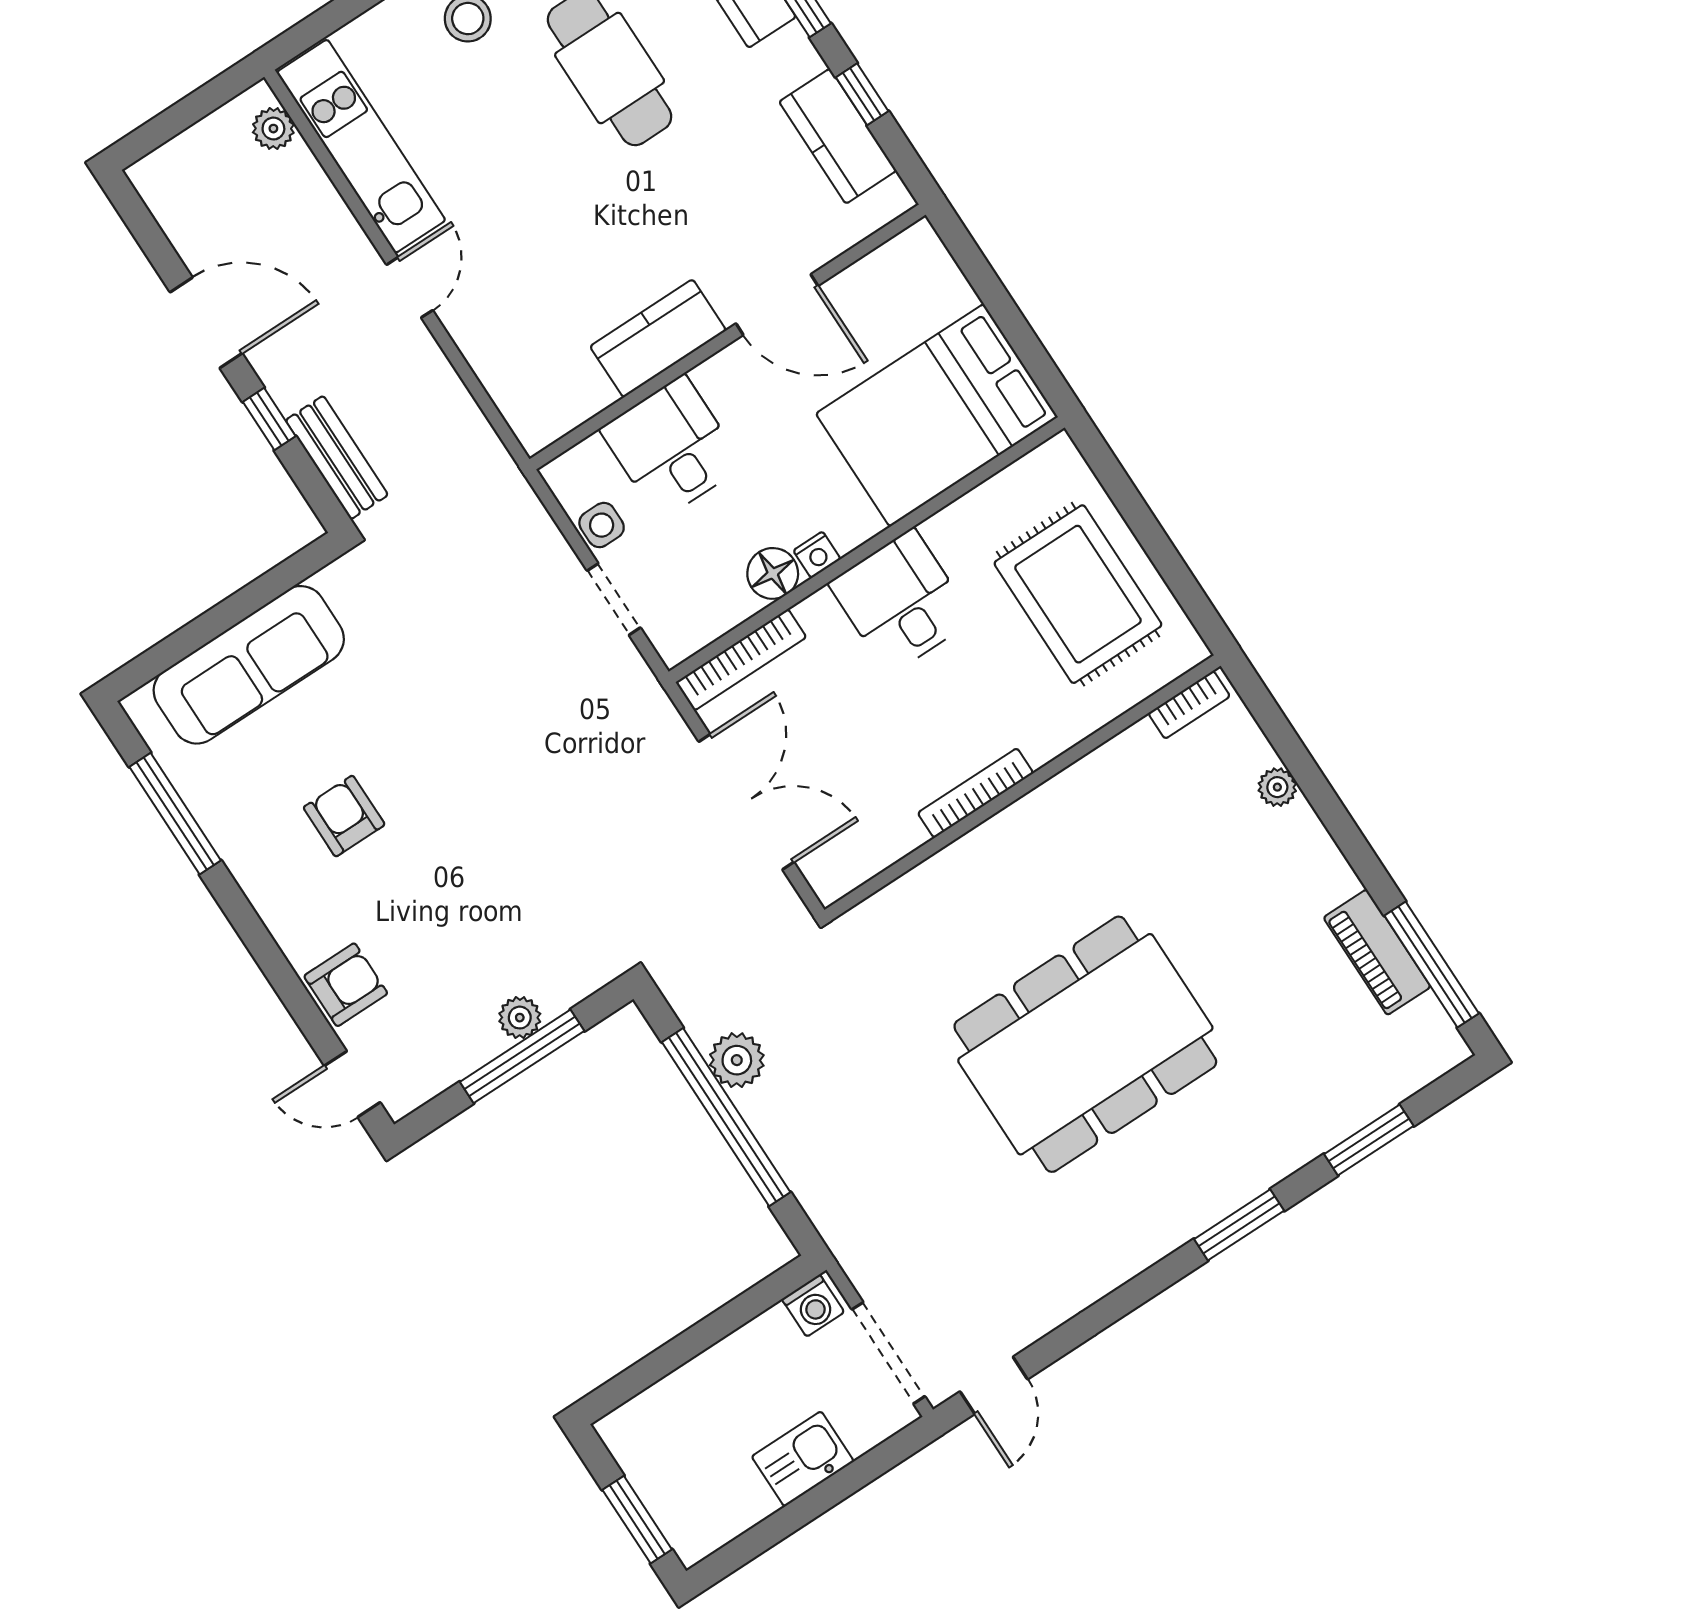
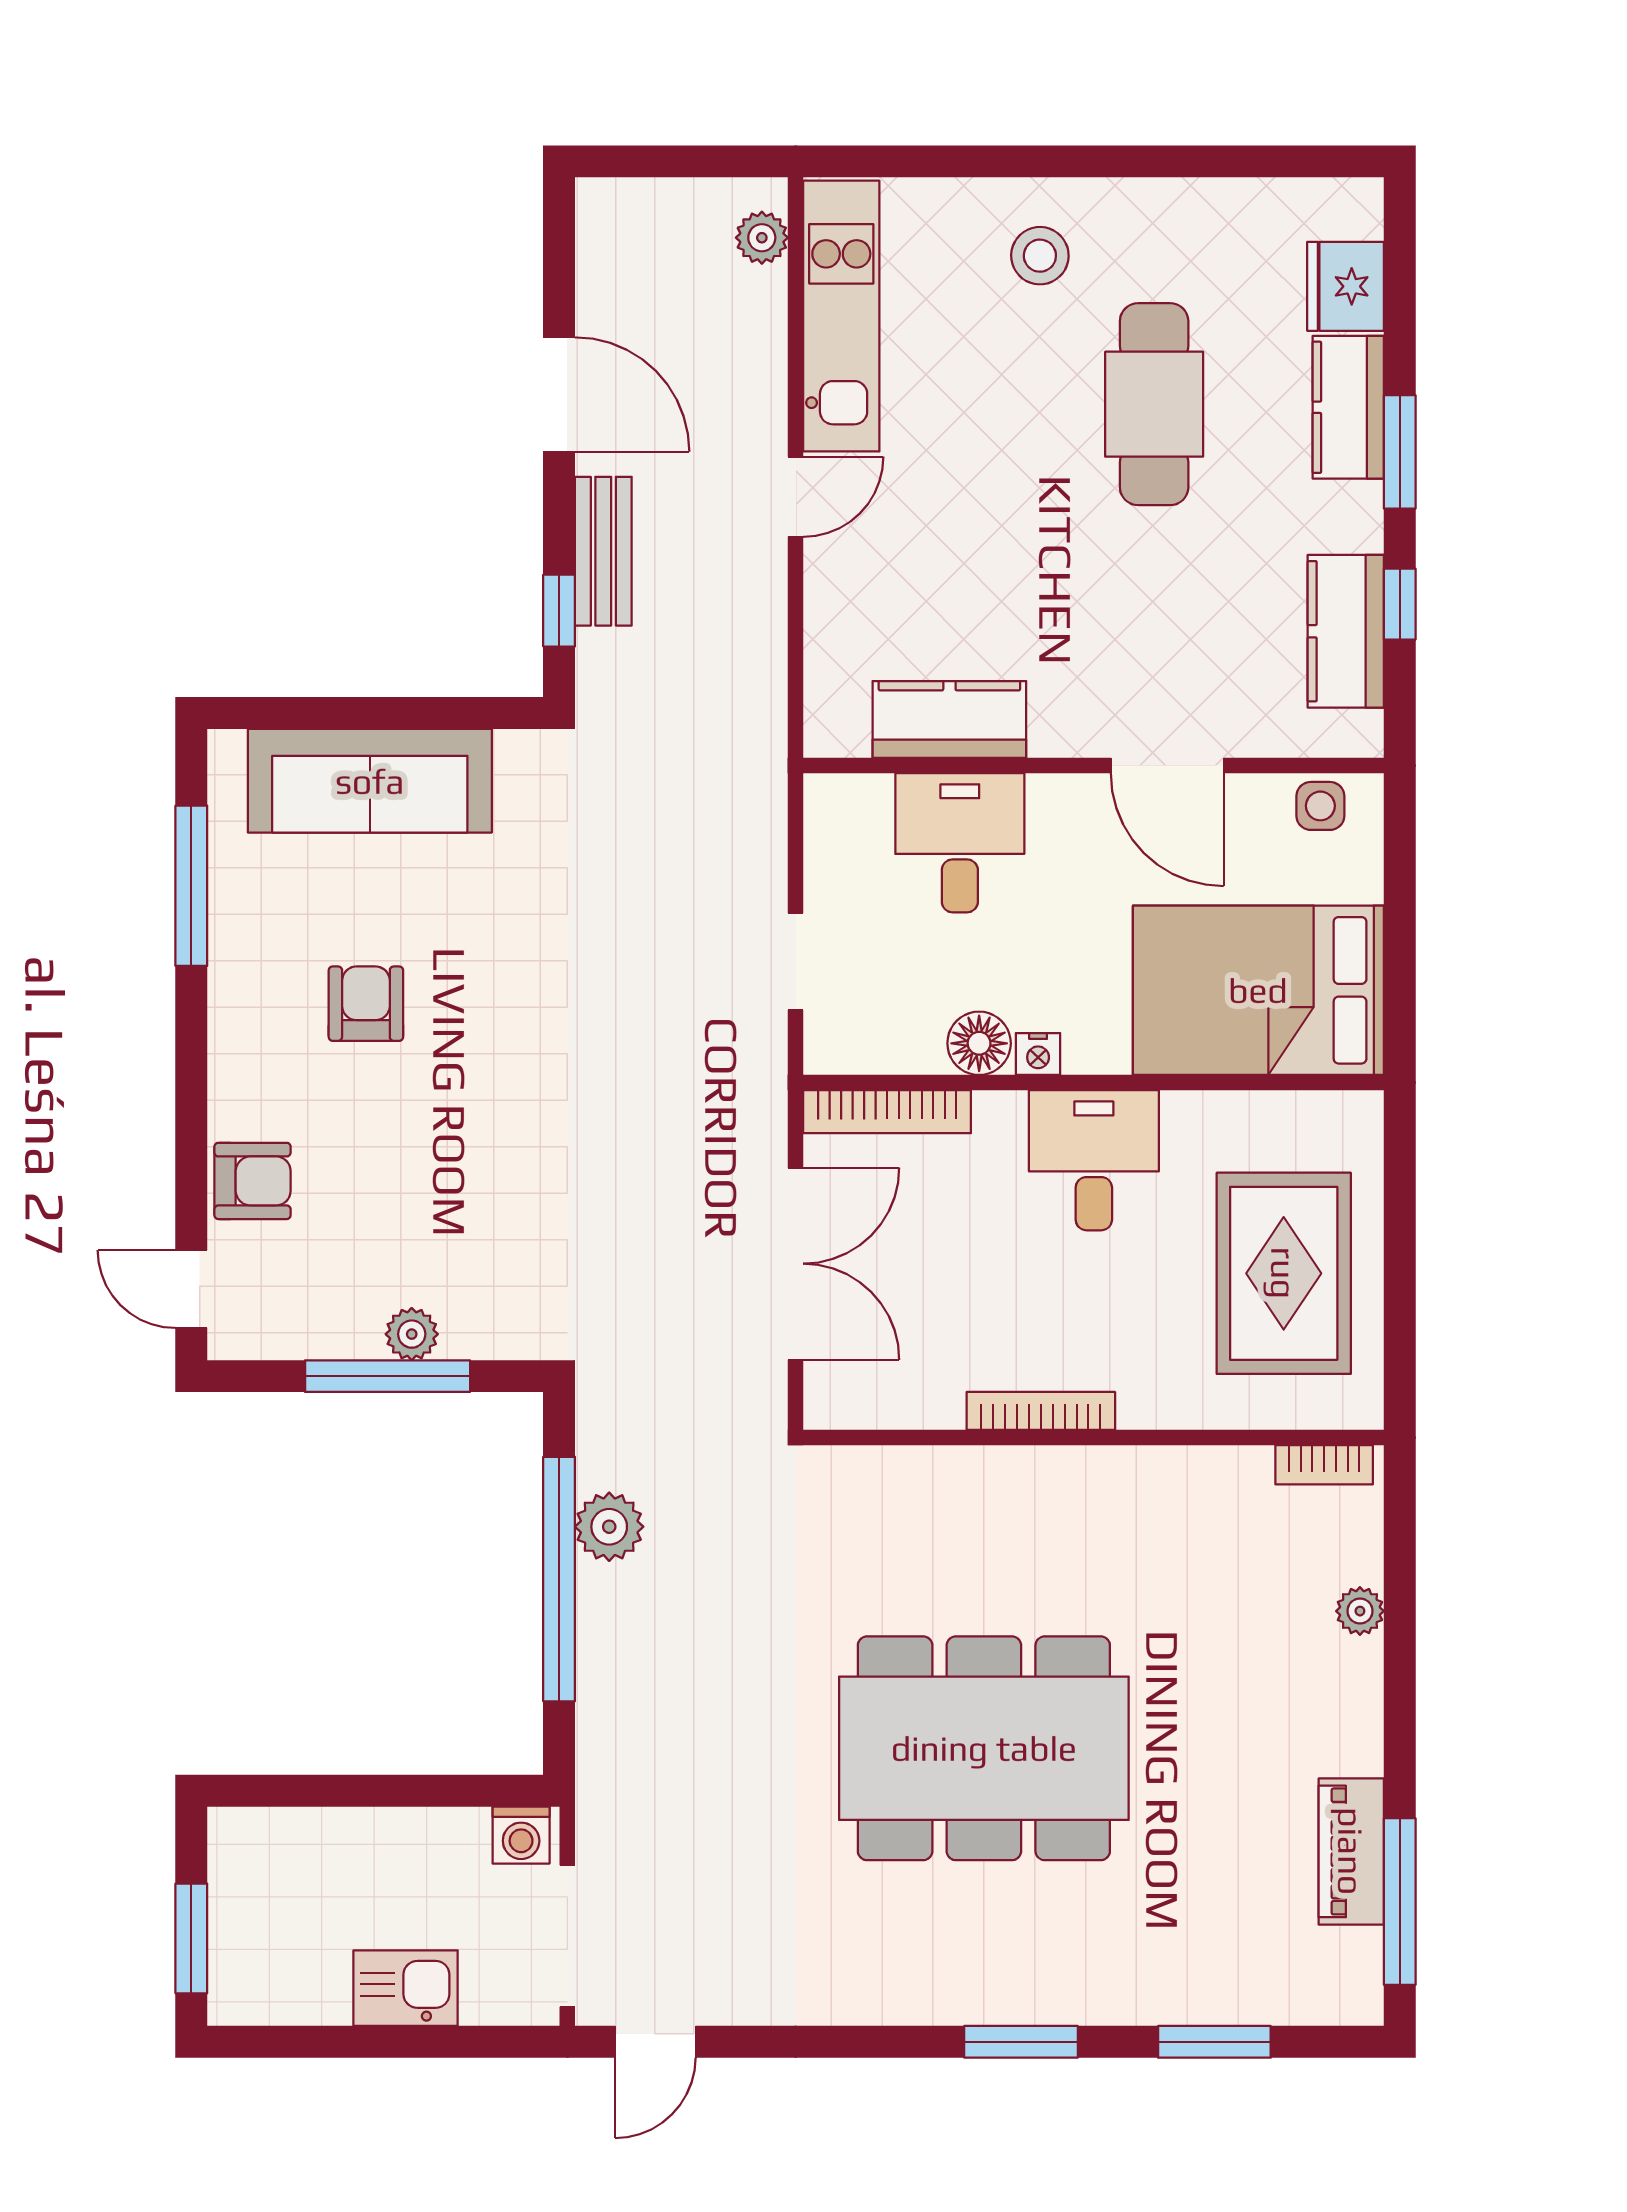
kitchen counter: (658, 338) -> (949, 720), moved
window: (269, 419) -> (559, 611), moved
bench: (337, 458) -> (603, 551), moved
side table: (602, 525) -> (1320, 806), moved

